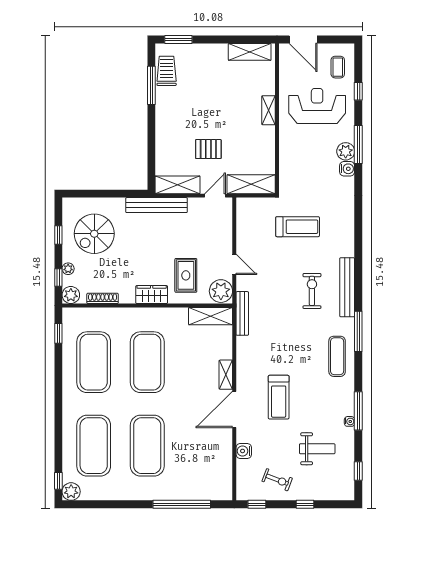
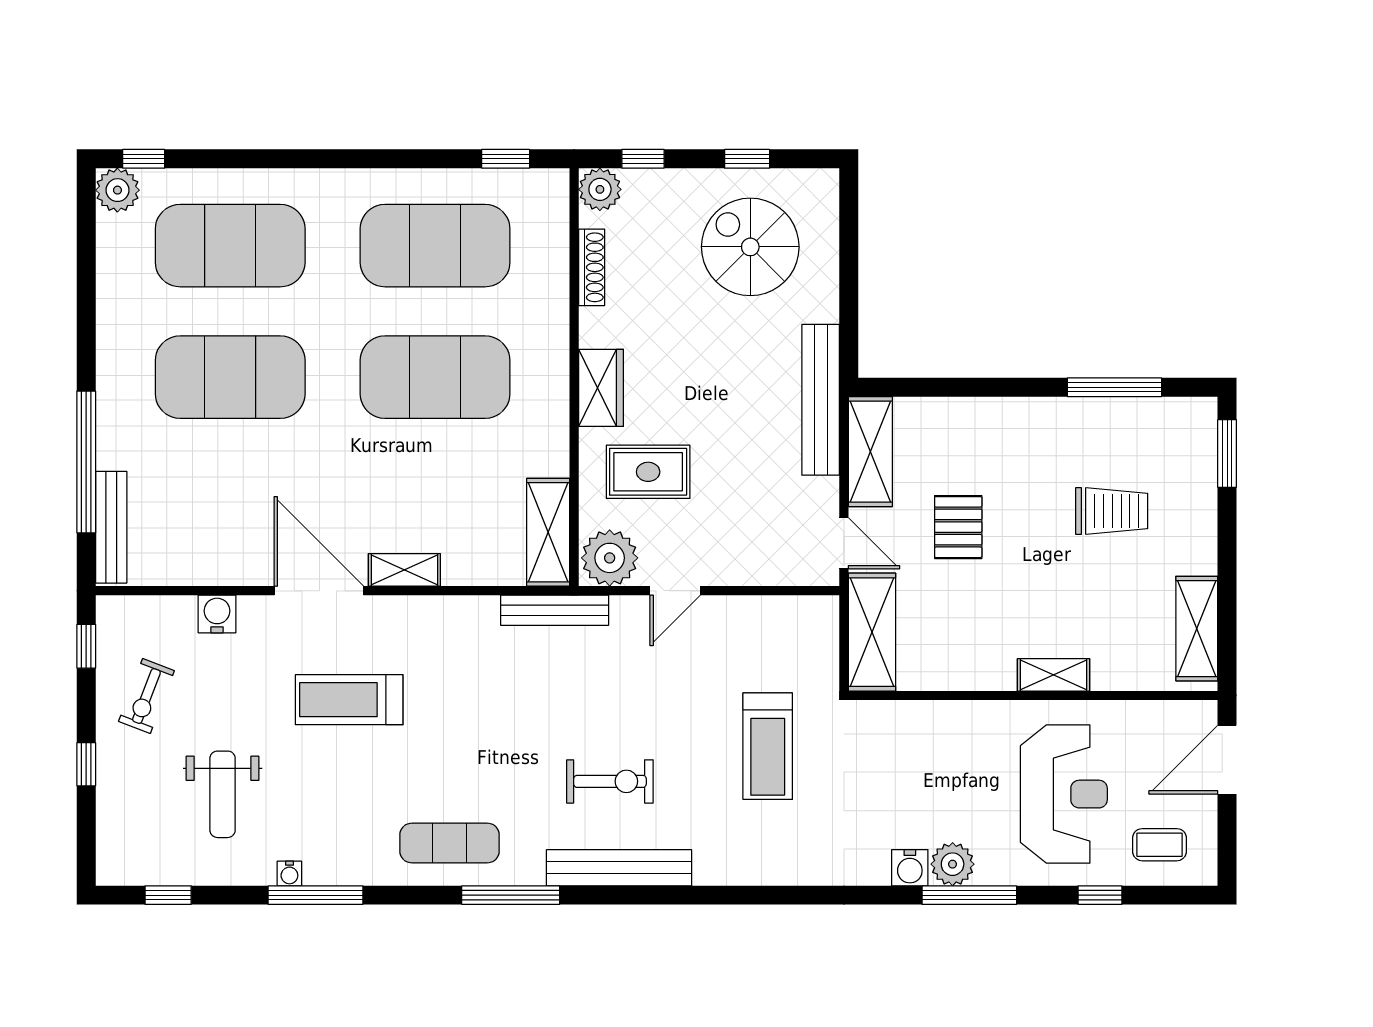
trolley: (167, 71) -> (1112, 511), moved
plant: (68, 269) -> (664, 183), removed
bench: (208, 494) -> (111, 527), added

